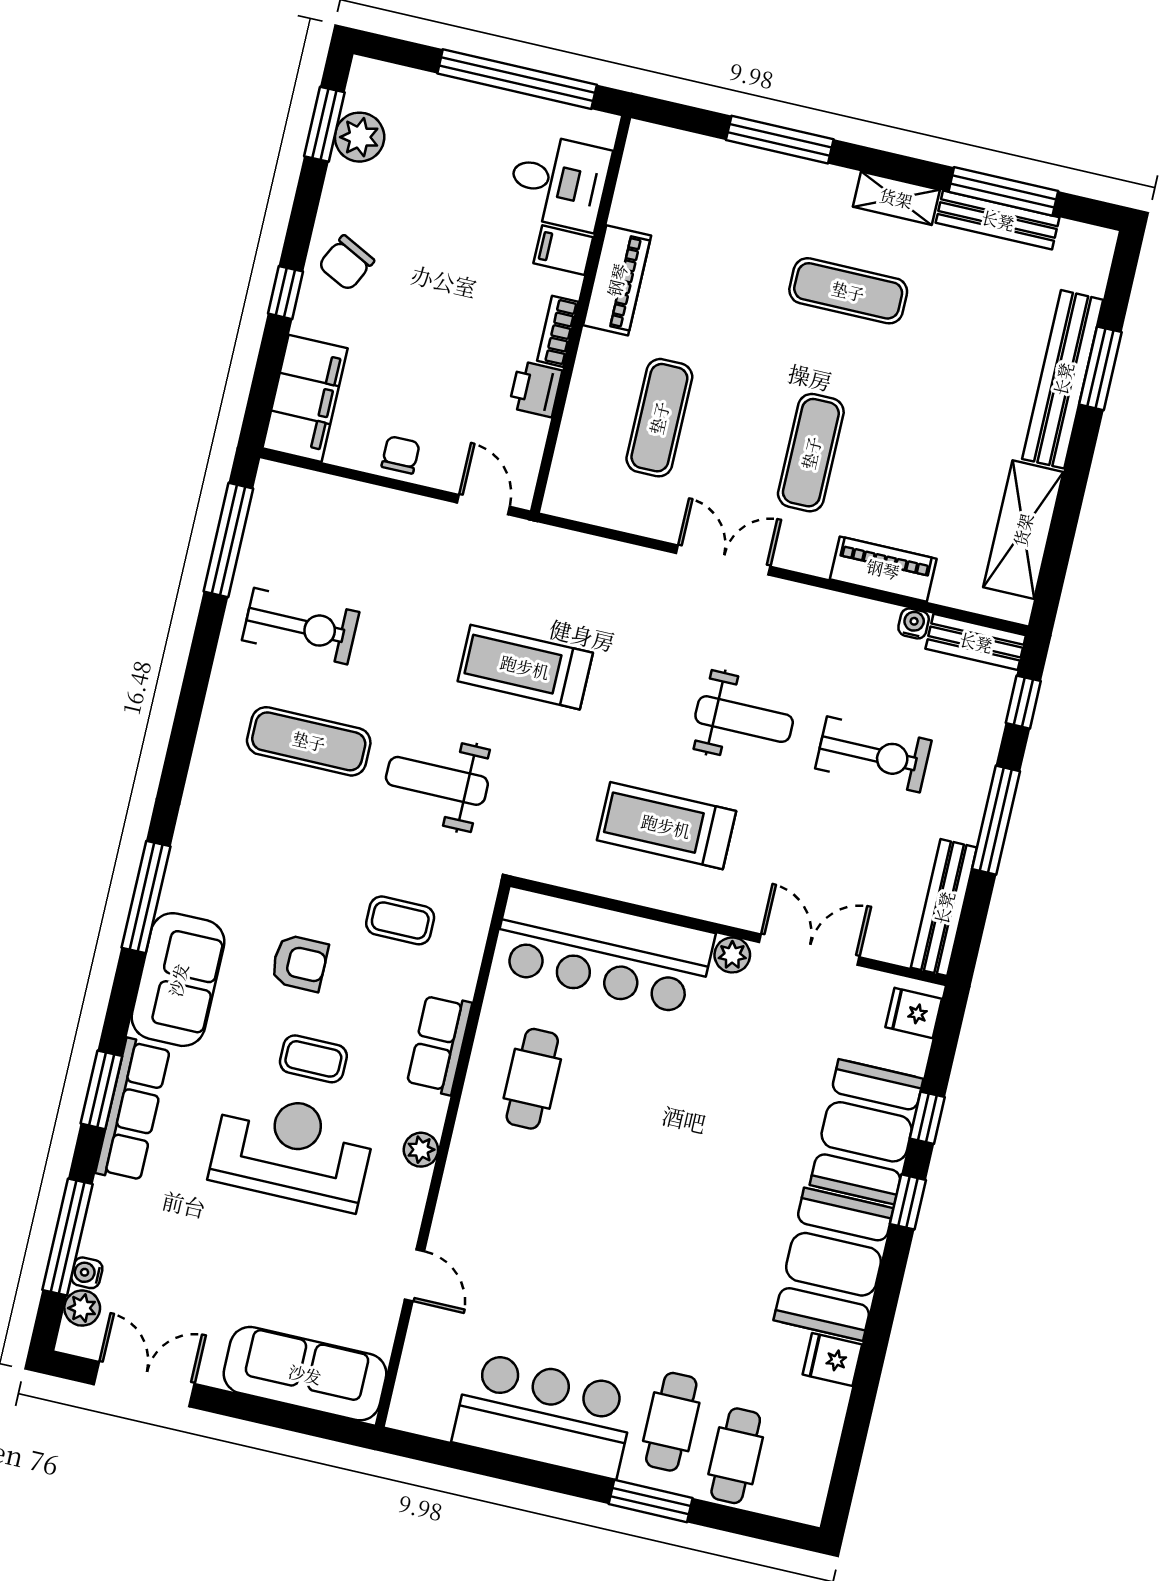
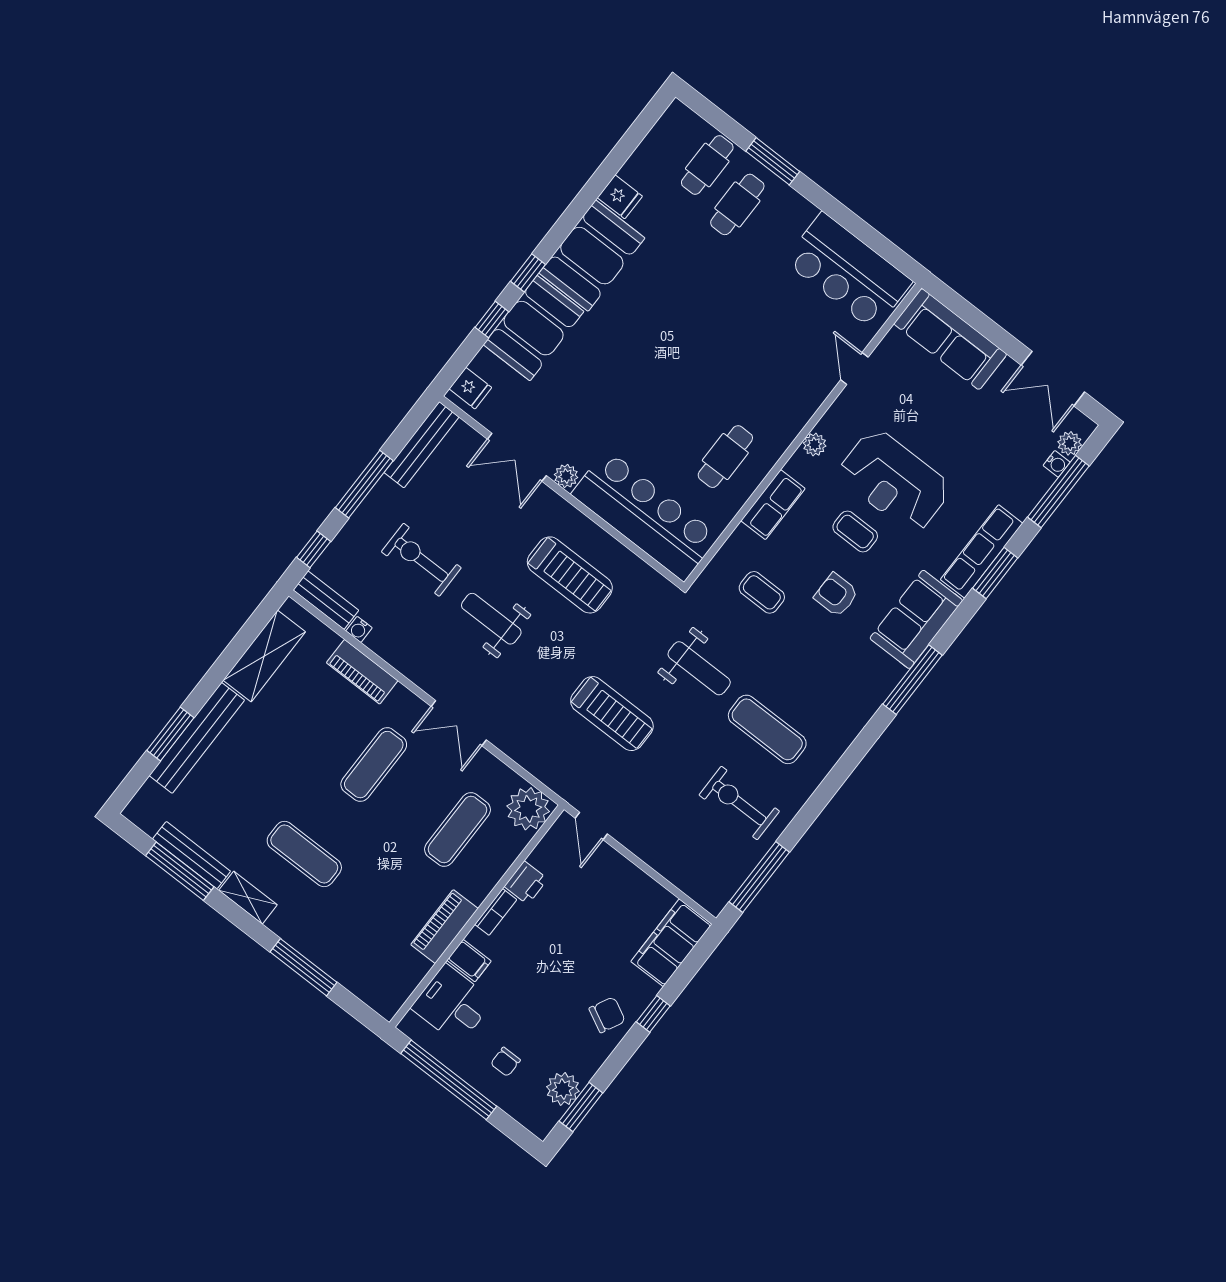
chair: (401, 455) -> (505, 1062), moved
plant: (578, 489) -> (528, 809), added
bar counter: (544, 1415) -> (848, 271), moved

